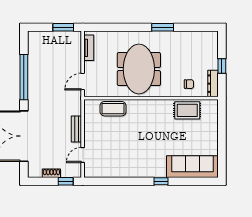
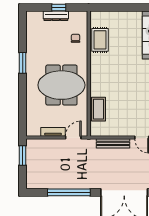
tv unit: (89, 48) -> (53, 132), moved
door: (83, 82) -> (73, 138), swing flipped
dresser: (213, 84) -> (56, 16), moved
bench: (76, 129) -> (113, 143), width x1.36

